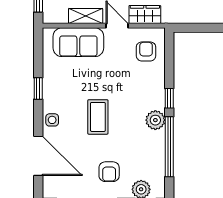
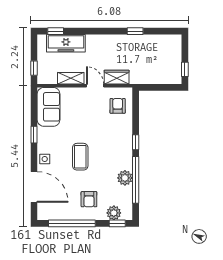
sofa: (78, 42) -> (49, 107), moved, turned -90
plant: (155, 120) -> (125, 178), moved

